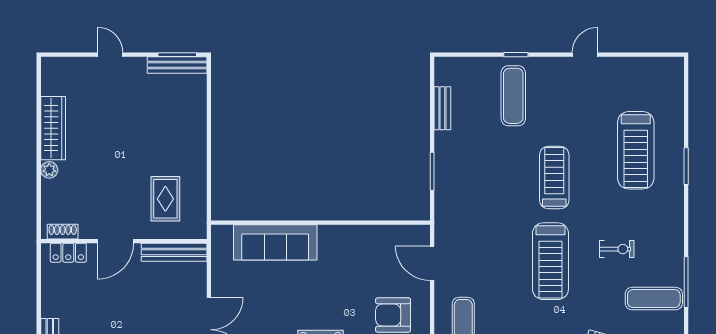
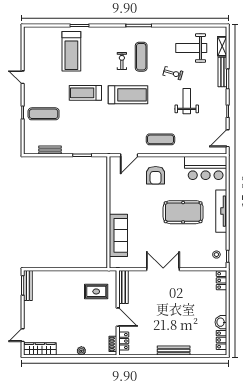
door: (110, 55) -> (23, 335), moved
wardrobe: (53, 128) -> (40, 349), moved
treadmill: (636, 150) -> (71, 51), turned 90
exercise mat: (654, 299) -> (141, 57), moved

